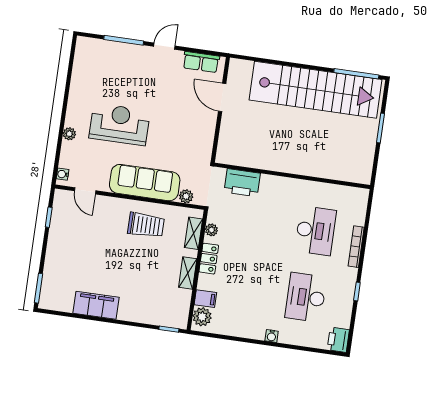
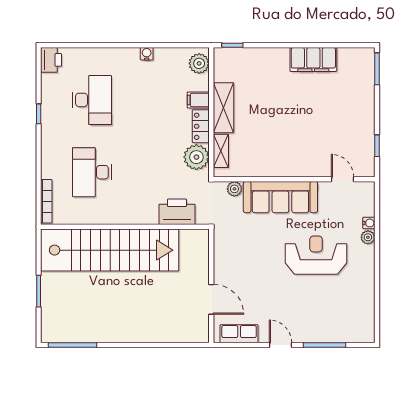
door: (164, 46) -> (280, 345), swing flipped
stairs: (315, 90) -> (110, 250), moved, turned 180
reception desk: (120, 124) -> (316, 255), turned 180
water cooler: (63, 174) -> (369, 223), moved
trolley: (146, 225) -> (273, 152), removed
plant: (211, 230) -> (196, 157), width x1.88, depth x1.88
bookcase: (356, 247) -> (46, 201), moved
shelving: (188, 273) -> (223, 108), width x1.50, depth x1.33
filing cabinet: (205, 299) -> (198, 100), moved
water cooler: (272, 336) -> (147, 54), moved

